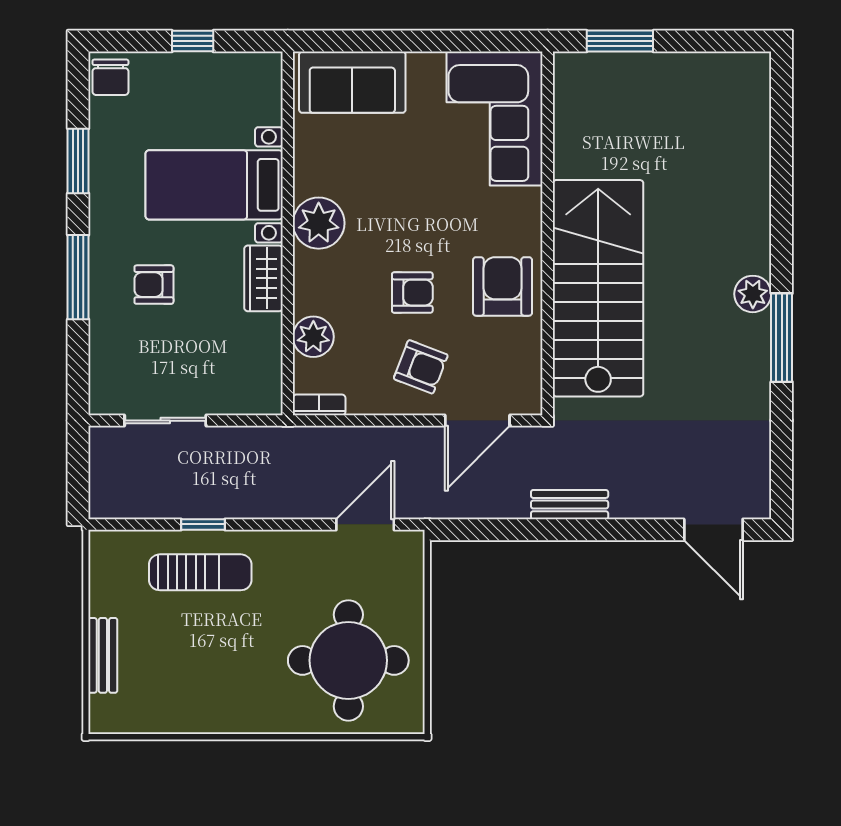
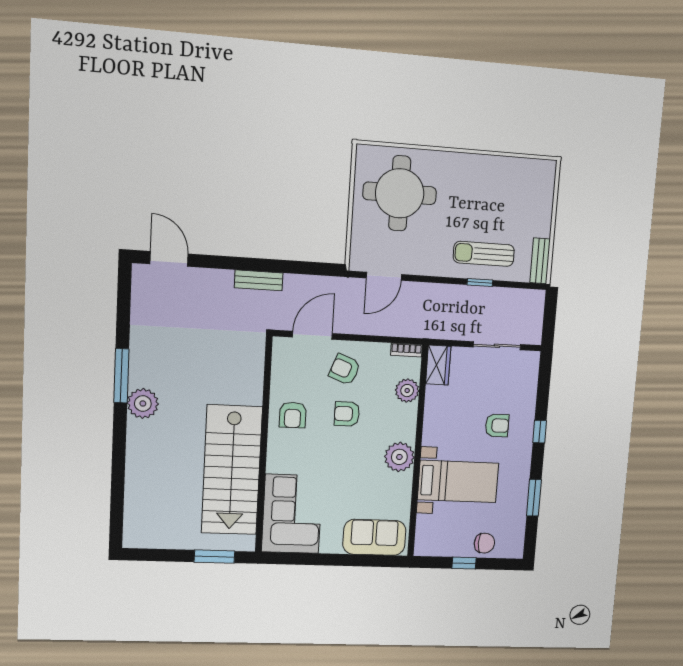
chair: (110, 77) -> (484, 543), moved, turned 90
window: (78, 277) -> (540, 432), width x0.46
wardrobe: (263, 278) -> (438, 365), moved
armchair: (503, 286) -> (293, 415), width x0.72, depth x0.72
stairs: (598, 288) -> (232, 470), moved
plant: (753, 294) -> (143, 403), width x1.36, depth x1.36
bench: (103, 655) -> (540, 261), moved

